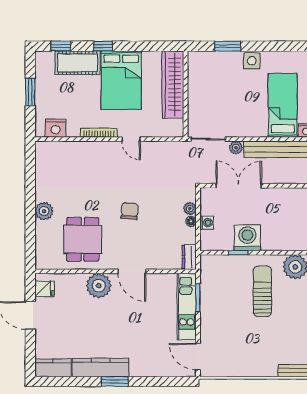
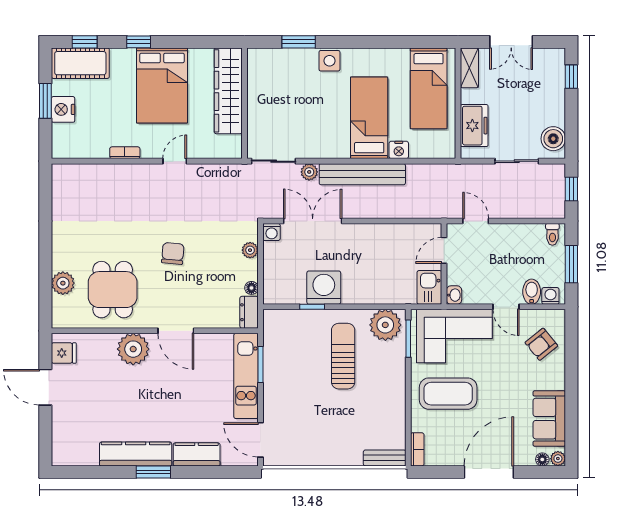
cot: (78, 63) -> (80, 63), moved
nightstand: (56, 128) -> (63, 109), moved, turned 90
bookcase: (99, 133) -> (125, 153), width x0.64
door: (131, 139) -> (175, 161), swing flipped
plant: (44, 211) -> (63, 283), moved
floor lamp: (191, 221) -> (251, 288), moved
washing machine: (207, 223) -> (272, 232), moved, turned 90
kitchen counter: (53, 368) -> (197, 454), moved

